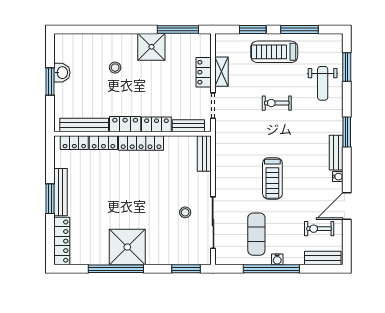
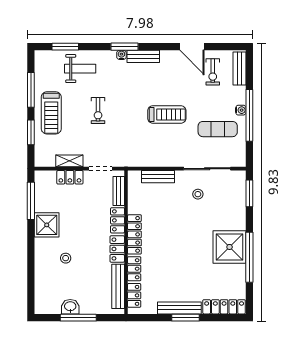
window: (50, 81) -> (78, 318), width x1.44
bench: (204, 154) -> (158, 177), moved
water cooler: (338, 177) -> (121, 55), moved

